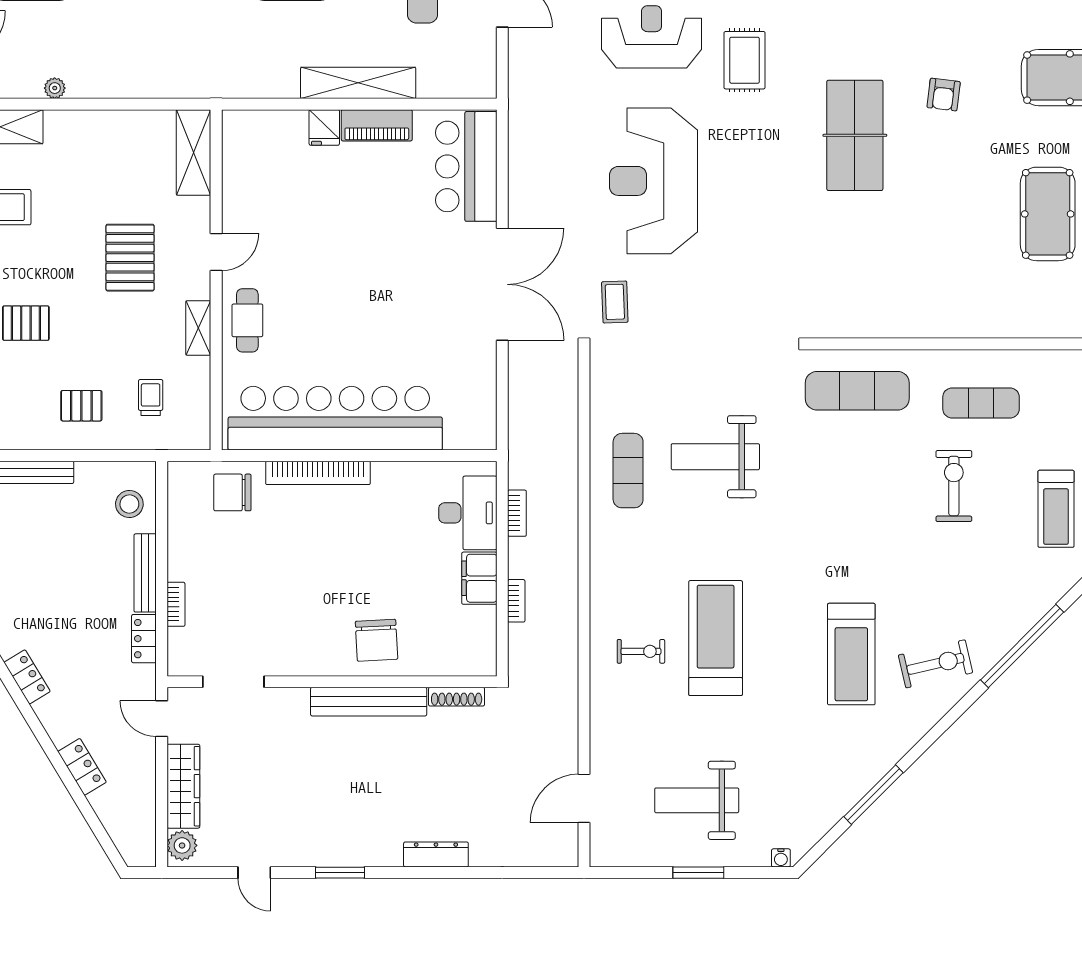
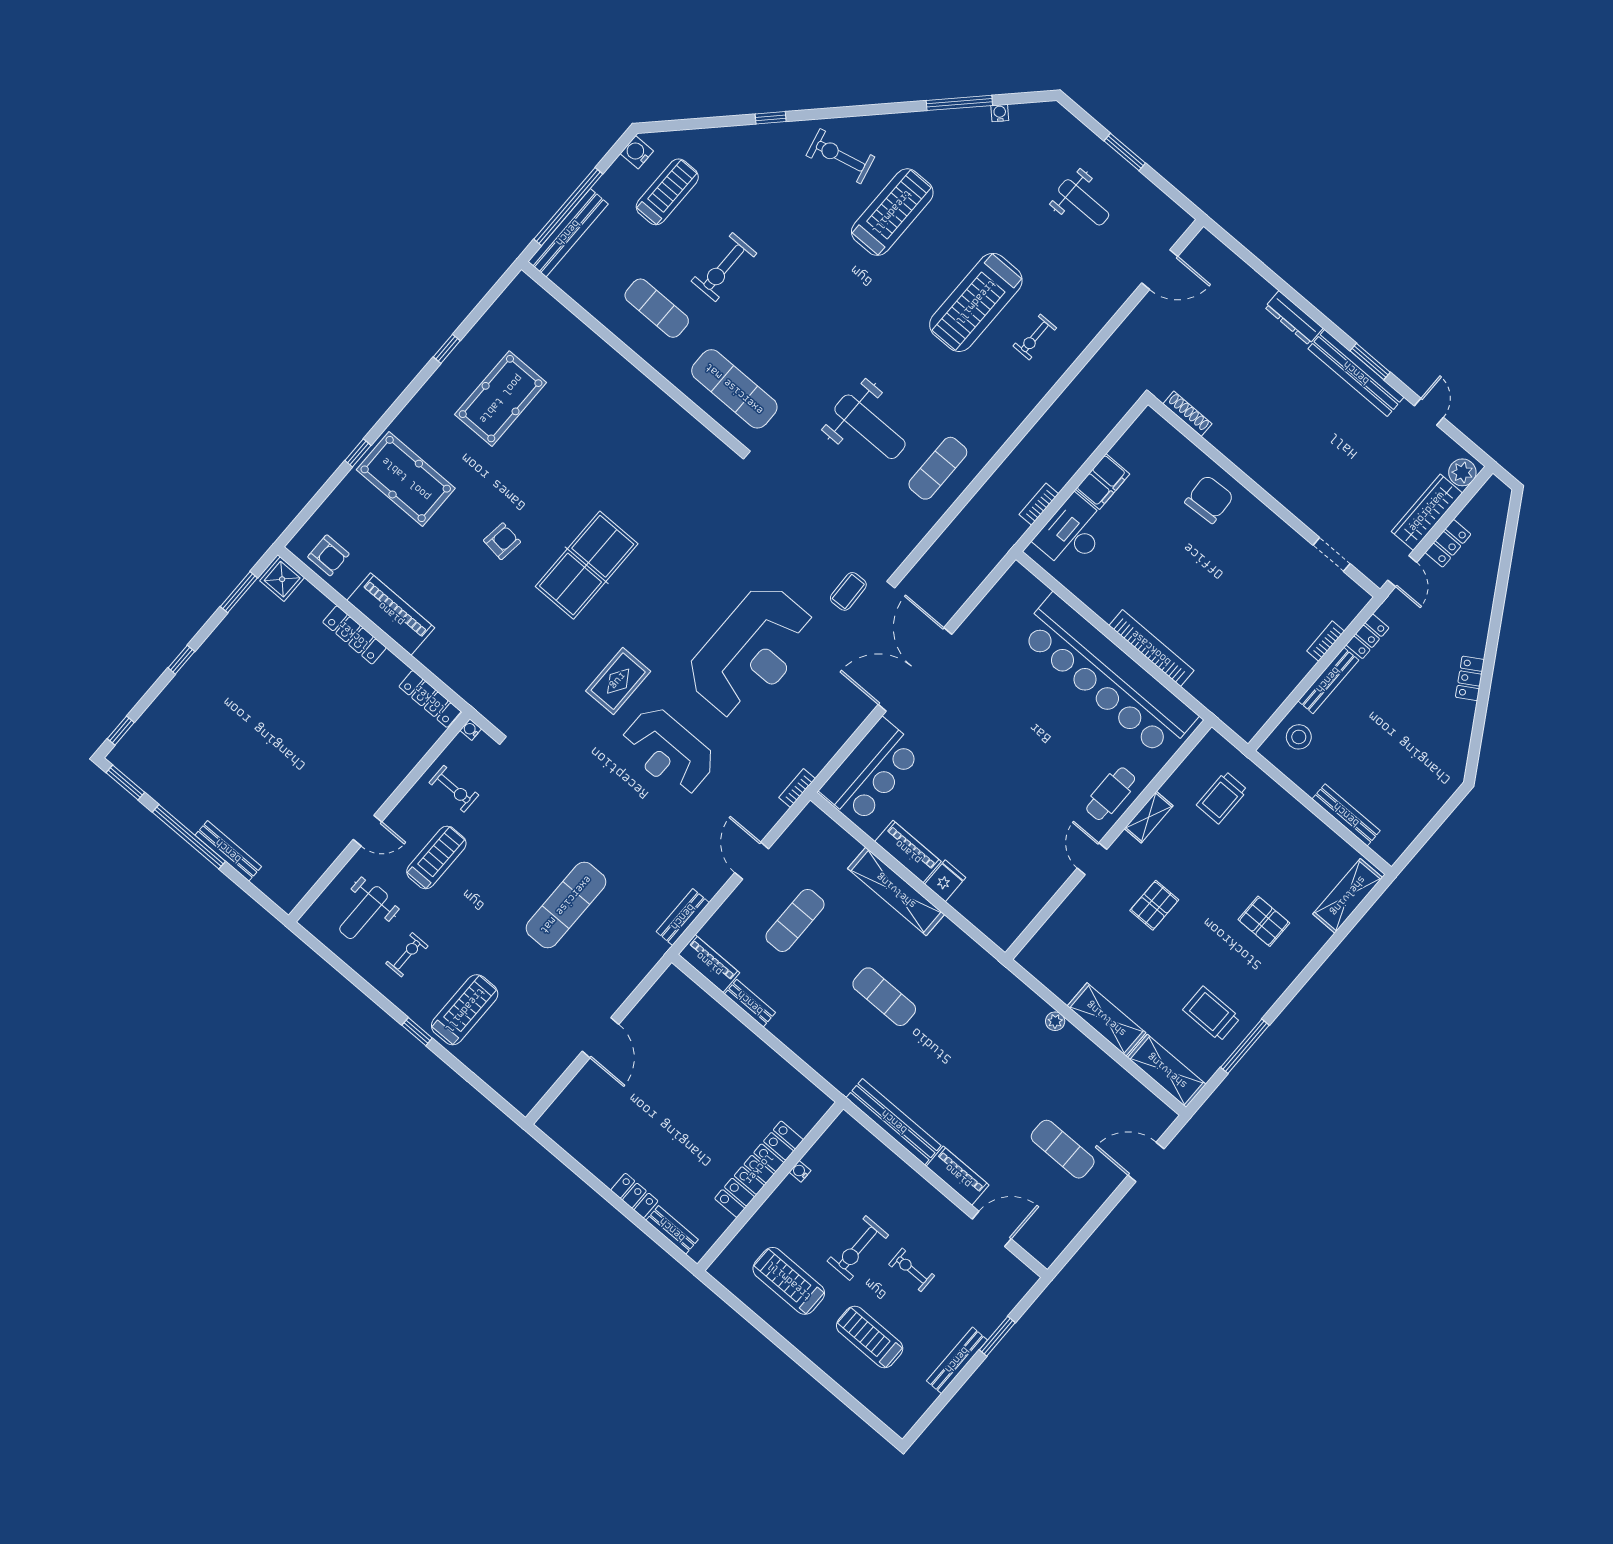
plant: (55, 88) -> (1055, 1021), moved
shelving: (193, 152) -> (1106, 1019), moved, turned 90
door: (216, 252) -> (1092, 859), hinge flipped
pallet: (130, 258) -> (1154, 905), width x0.67, depth x0.71
trolley: (151, 398) -> (1222, 797), width x1.36, depth x1.39
pallet: (81, 406) -> (1274, 832), removed
chair: (232, 492) -> (1221, 685), removed
bookcase: (516, 601) -> (797, 788), moved
window: (1022, 646) -> (771, 118), width x0.32
exercise bike: (641, 651) -> (1035, 337), turned -90
doorway: (233, 682) -> (1332, 554), width x0.73
bench: (369, 702) -> (1356, 373), moved
locker: (82, 767) -> (1448, 543), moved, turned -149
weight bench: (697, 800) -> (1084, 202), width x0.73, depth x0.75
water cooler: (781, 858) -> (1000, 113), moved, turned -45

